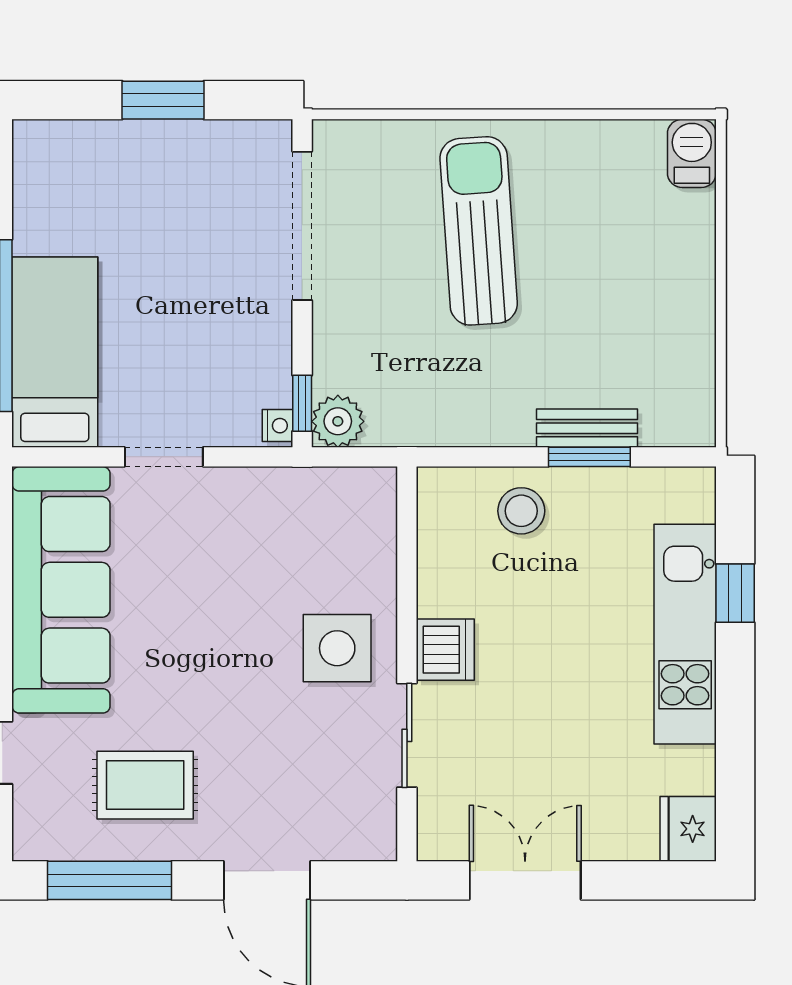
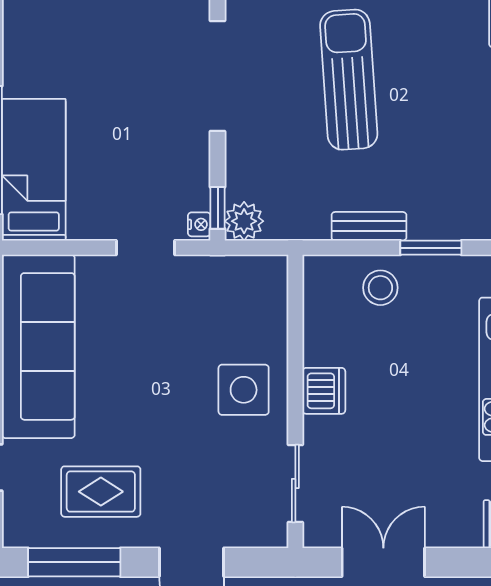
bench: (587, 428) -> (369, 226), moved
doorway: (164, 457) -> (145, 248), moved
sliding door: (407, 735) -> (295, 483), moved

